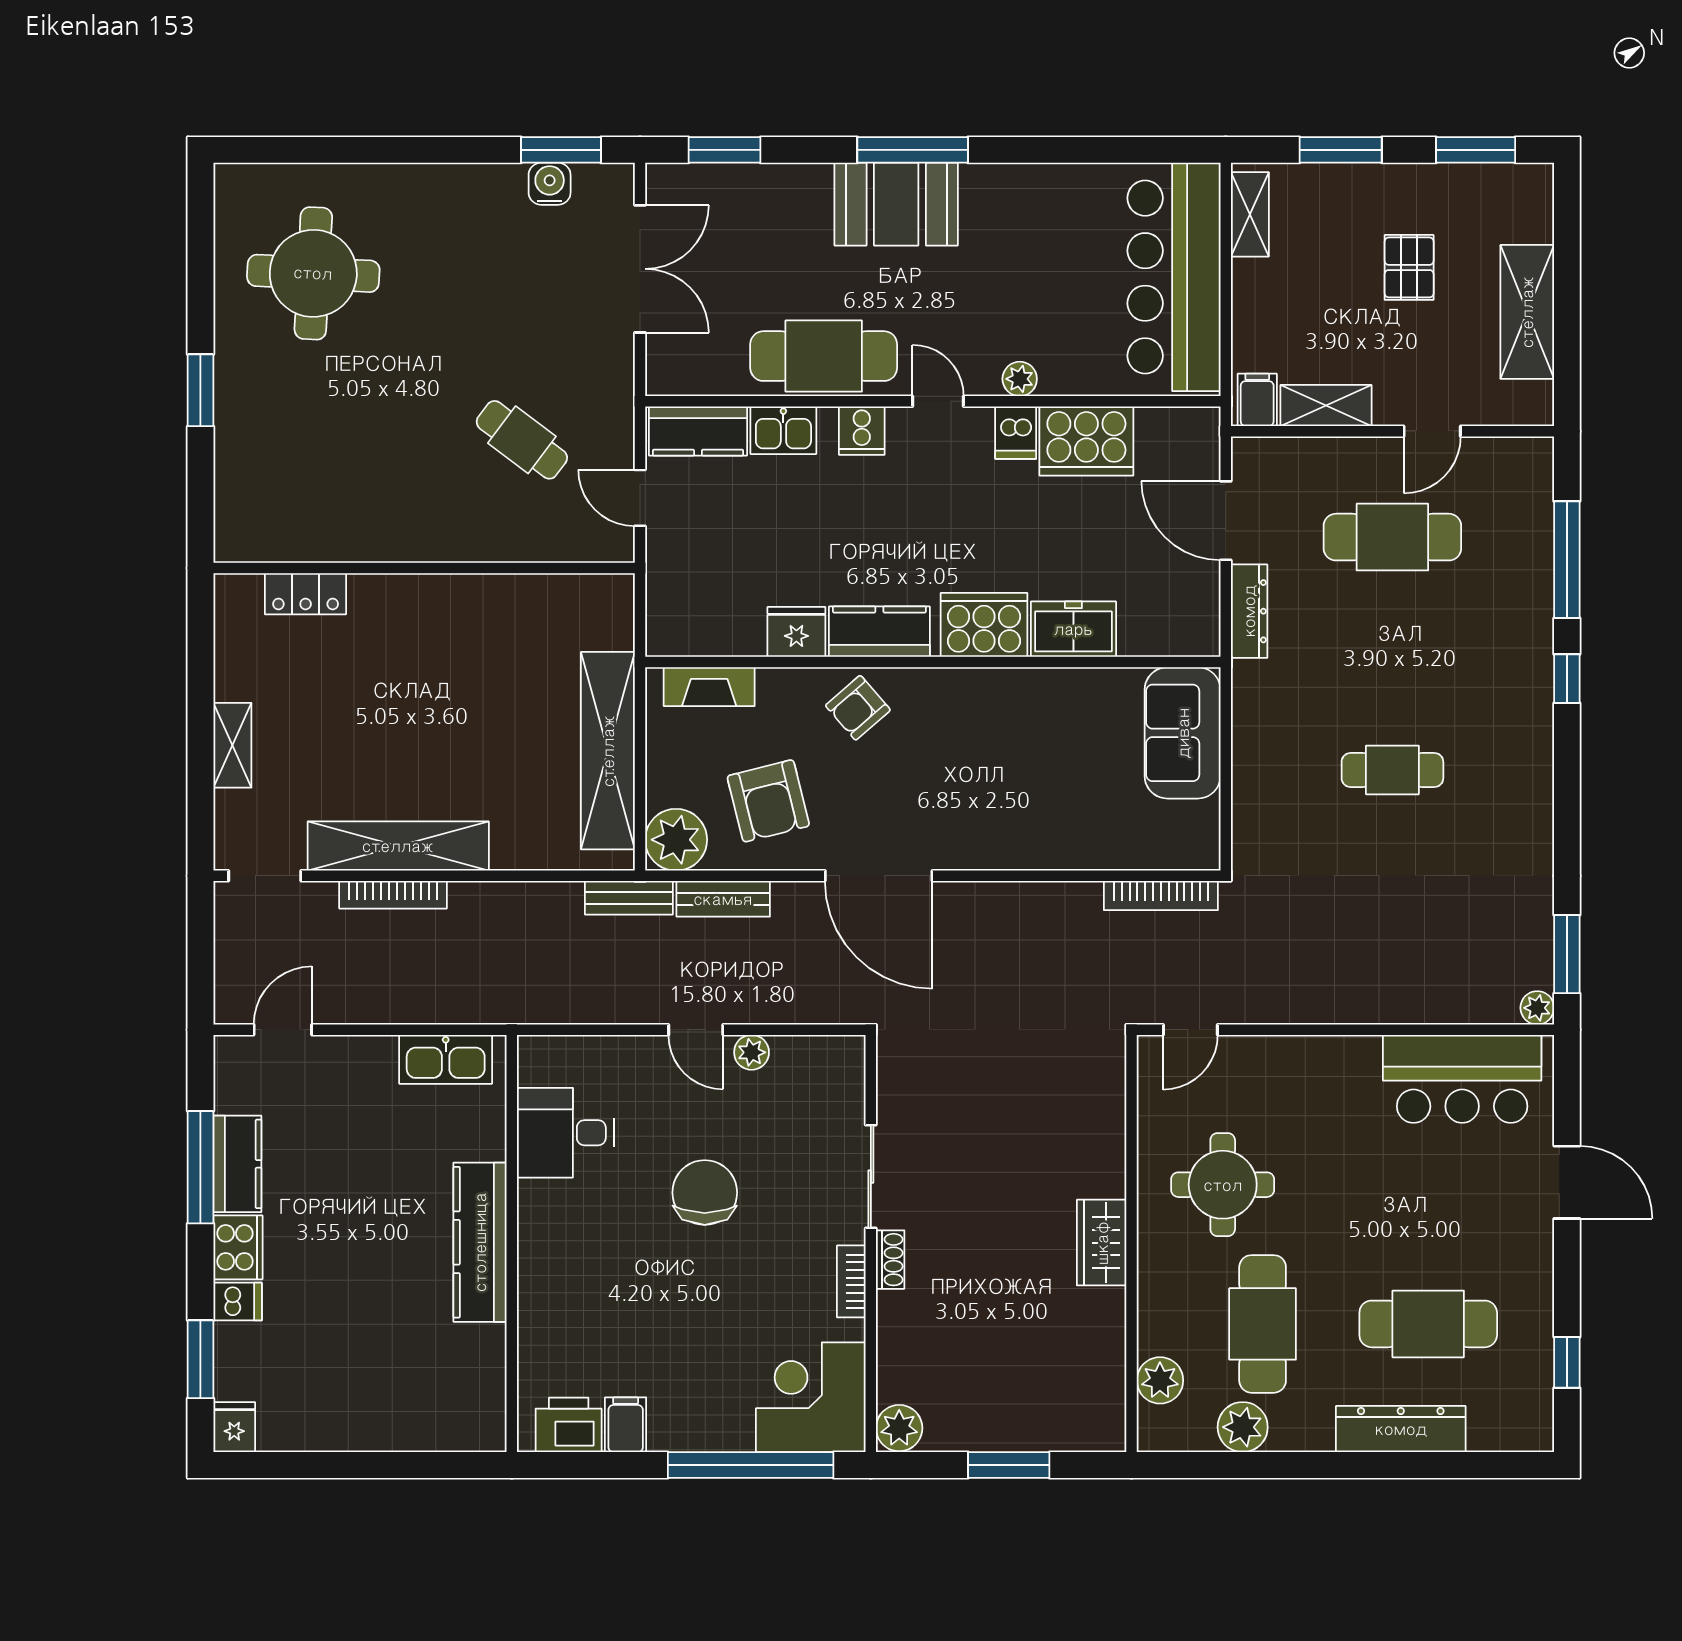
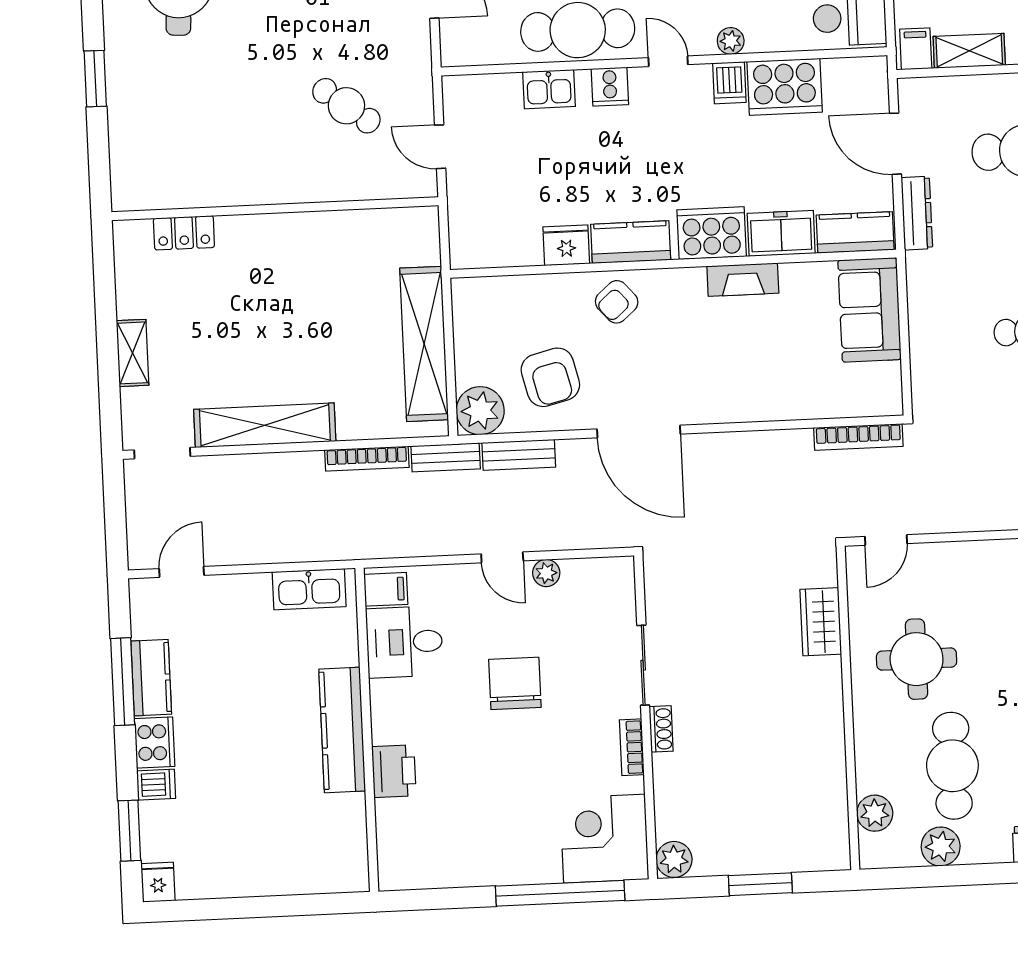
kitchen counter: (698, 431) -> (855, 232), moved, turned 180
fireplace: (709, 687) -> (743, 280), moved
bookcase: (393, 895) -> (367, 459), moved
wardrobe: (1102, 1243) -> (821, 622), moved
printer: (569, 1425) -> (394, 771), moved, turned 90
filing cabinet: (626, 1425) -> (386, 589), moved, turned 90

